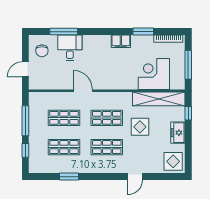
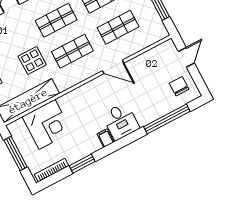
window: (64, 32) -> (167, 119), width x1.46
filing cabinet: (121, 41) -> (105, 138), width x0.50
desk: (70, 48) -> (121, 121), moved

